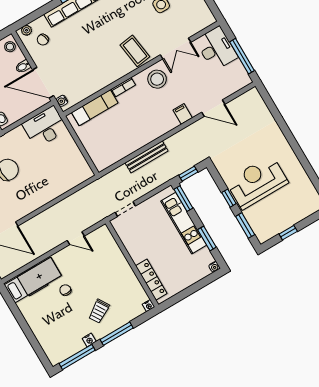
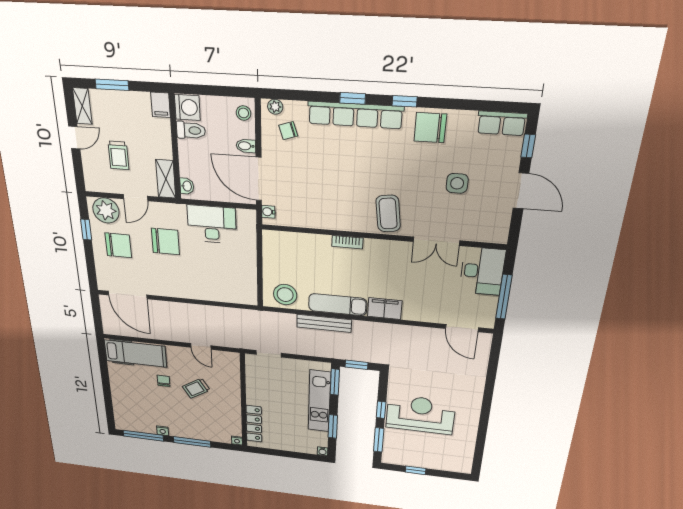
stool: (157, 79) -> (285, 295), moved
exam couch: (95, 108) -> (338, 305), moved, turned 180
door: (213, 108) -> (462, 328), moved
filing cabinet: (183, 114) -> (385, 309), width x2.00
desk: (45, 127) -> (212, 224), moved
trolley: (99, 311) -> (196, 388), moved

